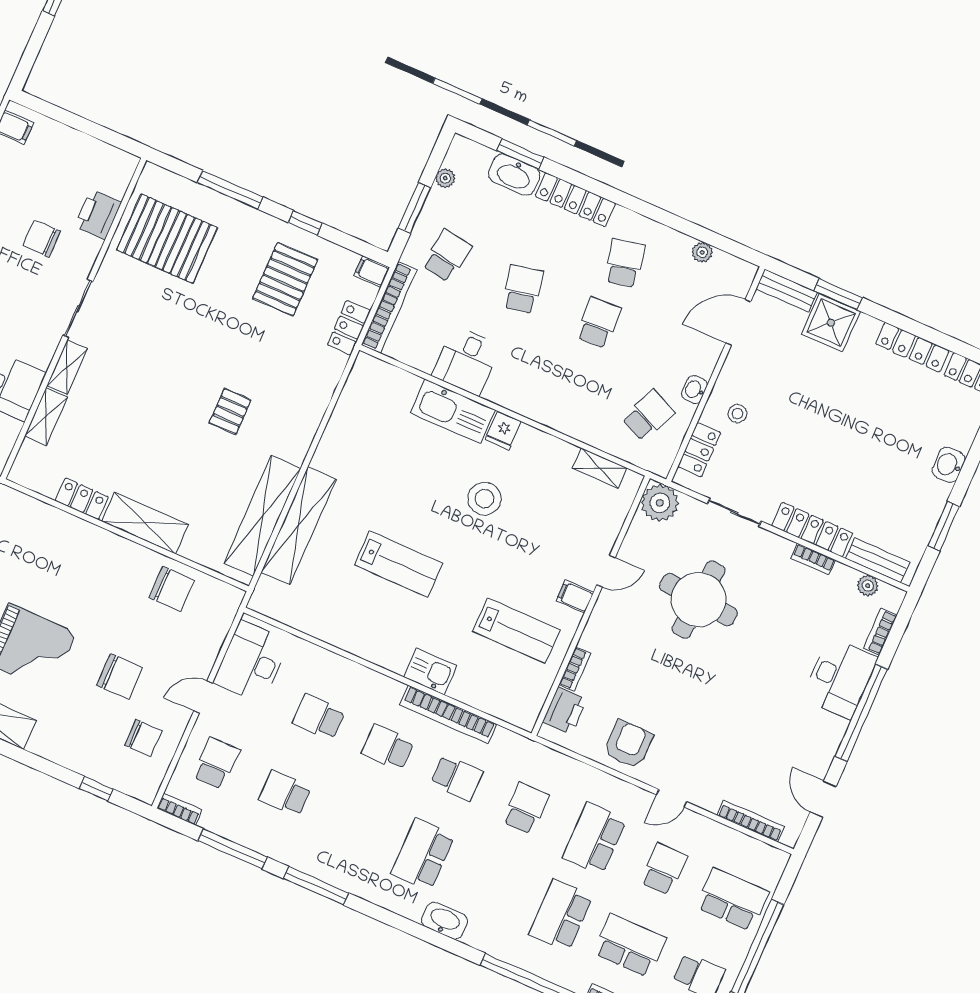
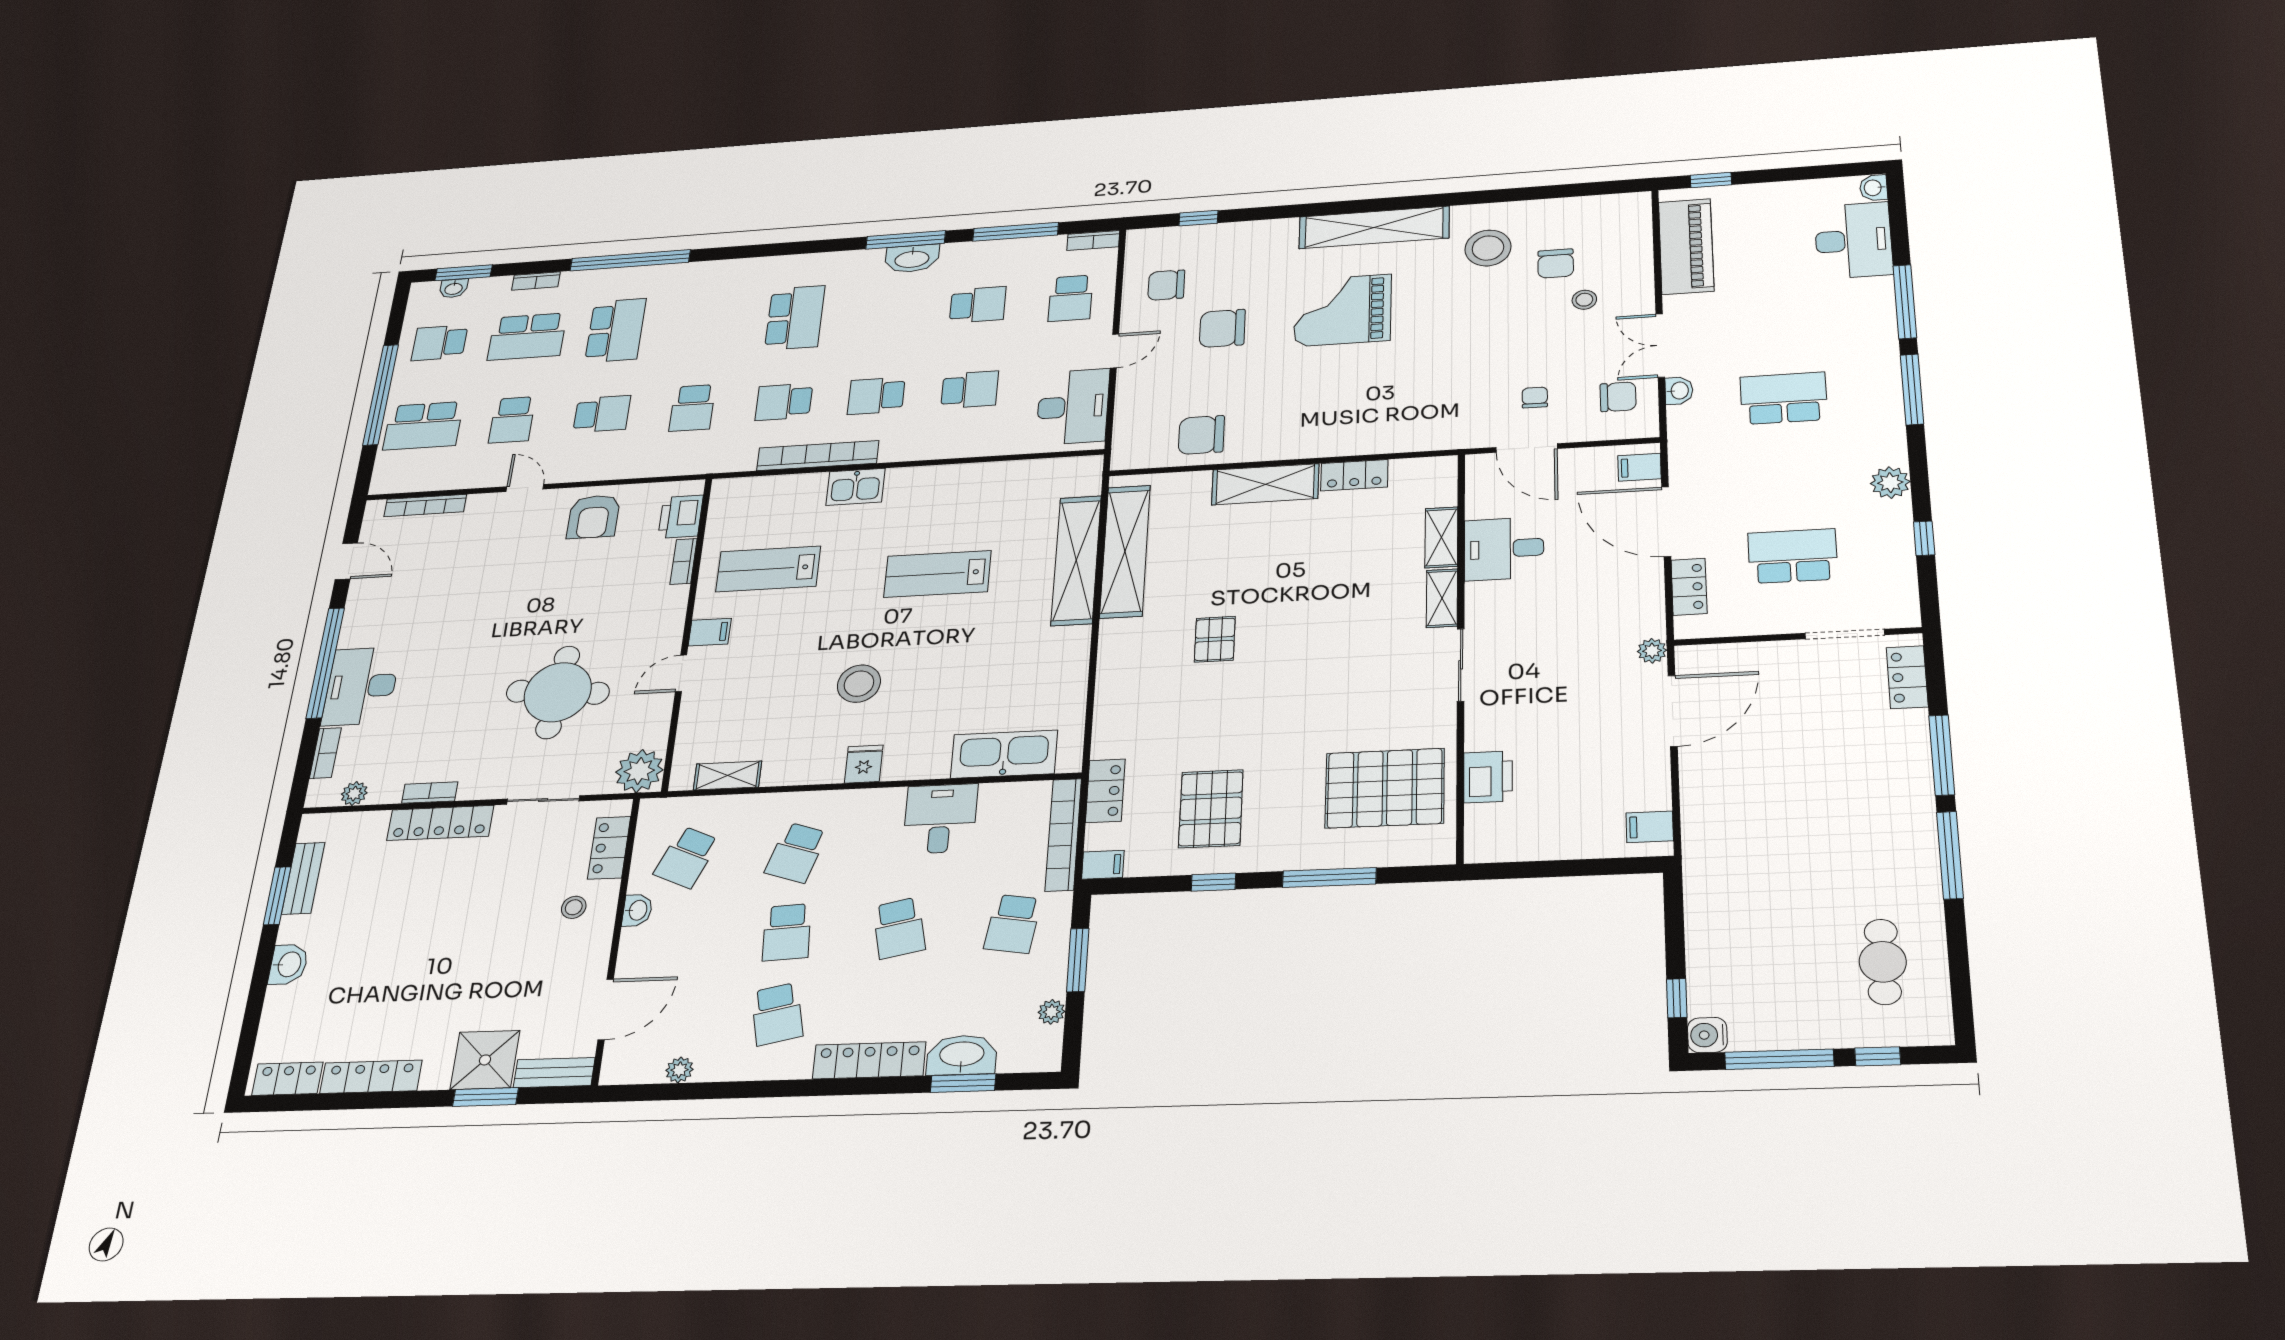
chair: (42, 239) -> (1547, 719), removed
school desk: (572, 382) -> (796, 853), added
kitchen sink: (453, 411) -> (1004, 754), moved
bench: (878, 560) -> (303, 878), moved, turned 90
school desk: (388, 747) -> (876, 396), turned 180
door: (672, 798) -> (525, 488), hinge flipped
school desk: (595, 839) -> (602, 414), width x0.54
washbasin: (444, 921) -> (912, 259), moved

